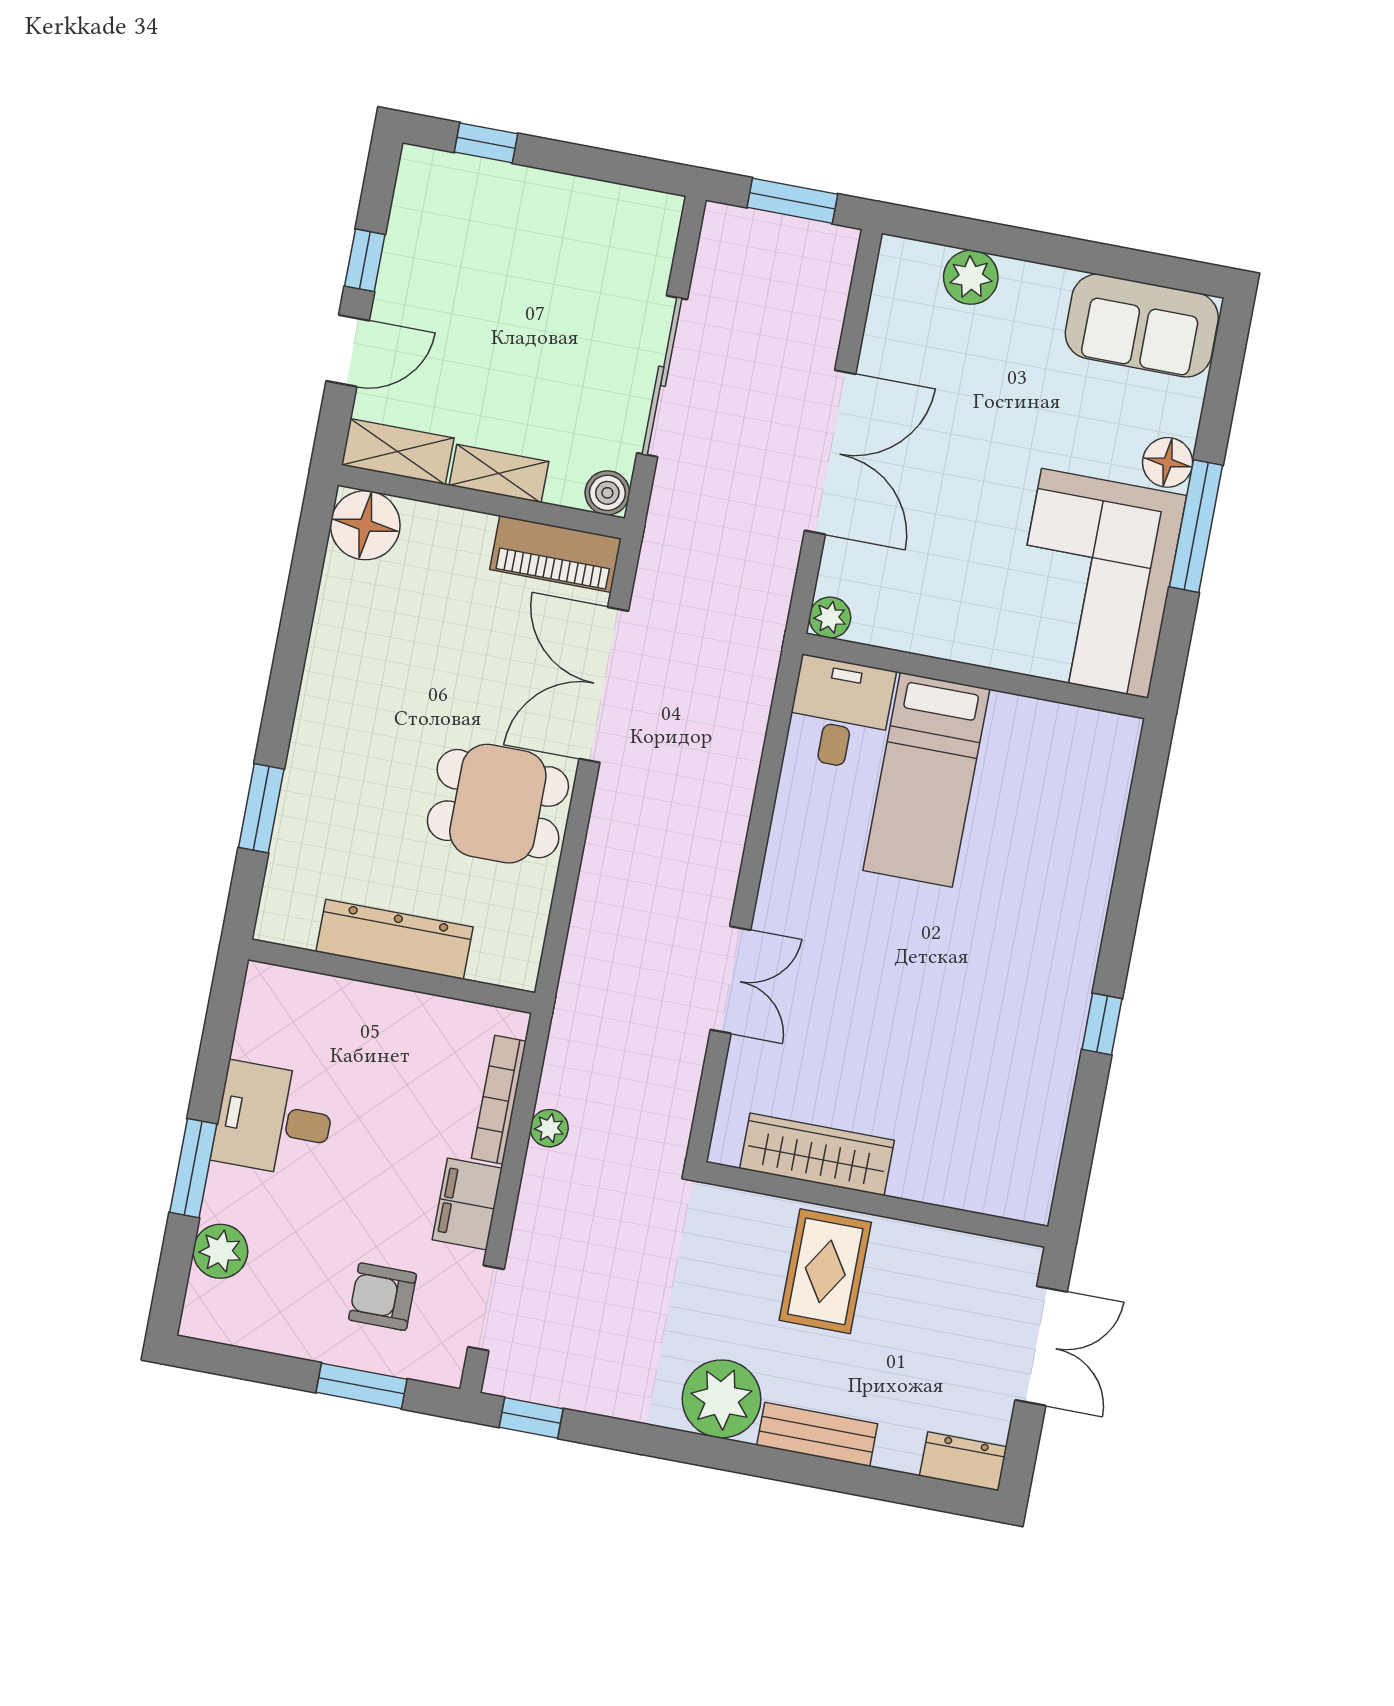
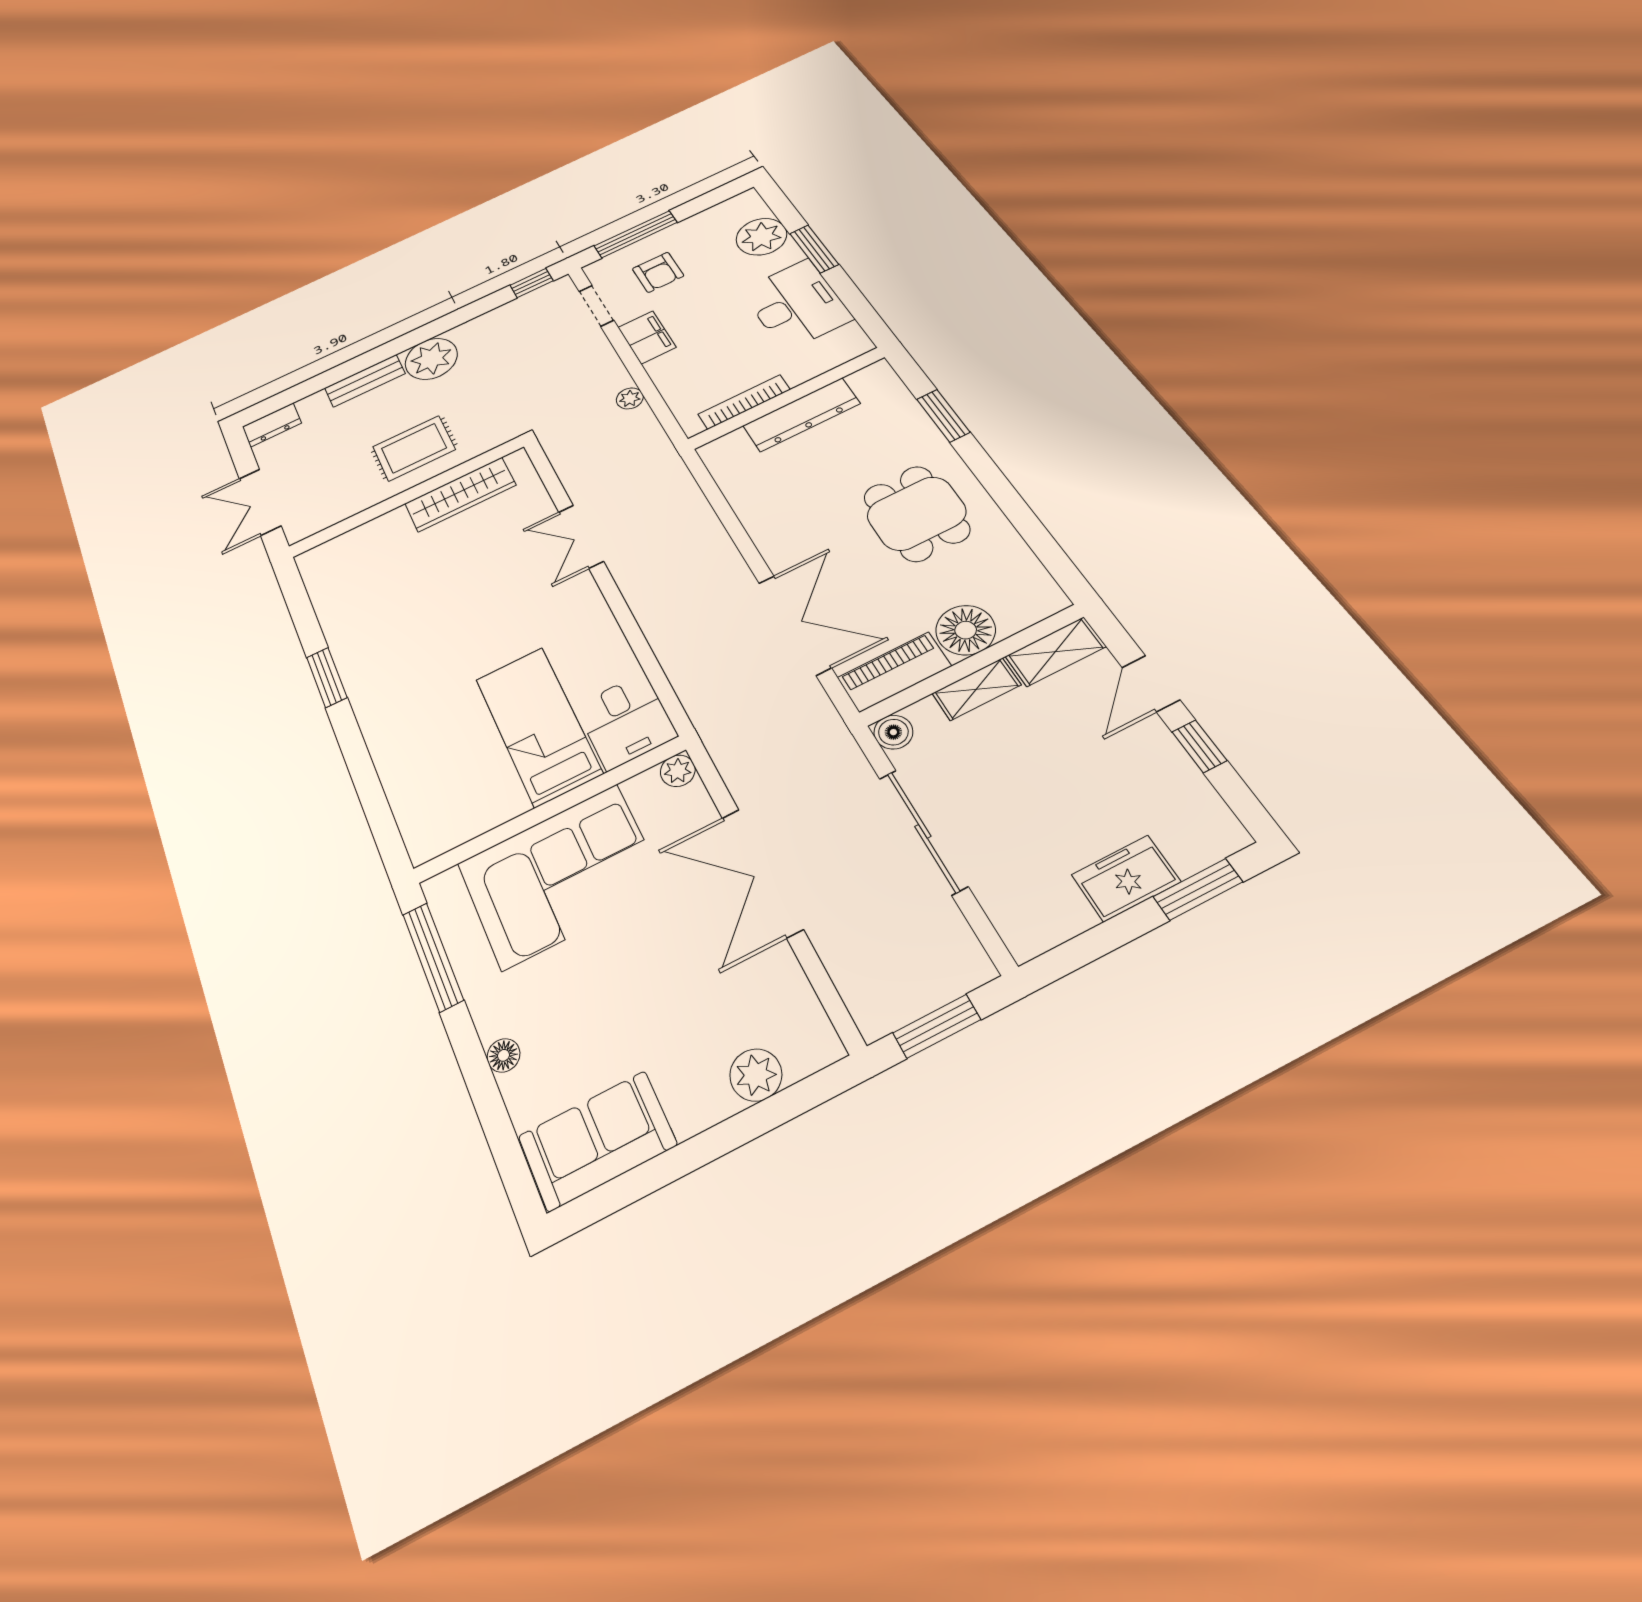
window: (486, 143) -> (1198, 889), width x1.50
freezer: (533, 198) -> (1126, 878), added
floor lamp: (1168, 462) -> (503, 1055), width x0.73, depth x0.73
floor lamp: (365, 525) -> (966, 630), moved
window: (1196, 526) -> (433, 957), moved
corner sofa: (1095, 583) -> (561, 875), moved, turned 90
dining table: (498, 804) -> (916, 513), moved, turned 90
window: (1102, 1024) -> (327, 677), width x1.50
bookcase: (499, 1100) -> (744, 402), moved, turned -90
desk: (274, 1120) -> (796, 305), width x1.37
plant: (220, 1251) -> (761, 237), width x1.36, depth x1.36
rug: (825, 1271) -> (414, 448), turned 90
armchair: (383, 1297) -> (658, 272), turned 90
window: (362, 1386) -> (636, 234), width x1.44

